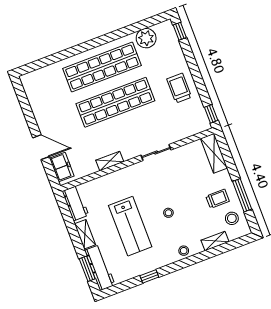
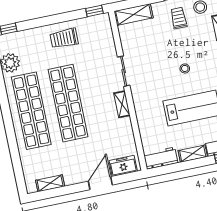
shelving: (33, 97) -> (50, 183), added
shelving: (110, 161) -> (122, 104), moved

